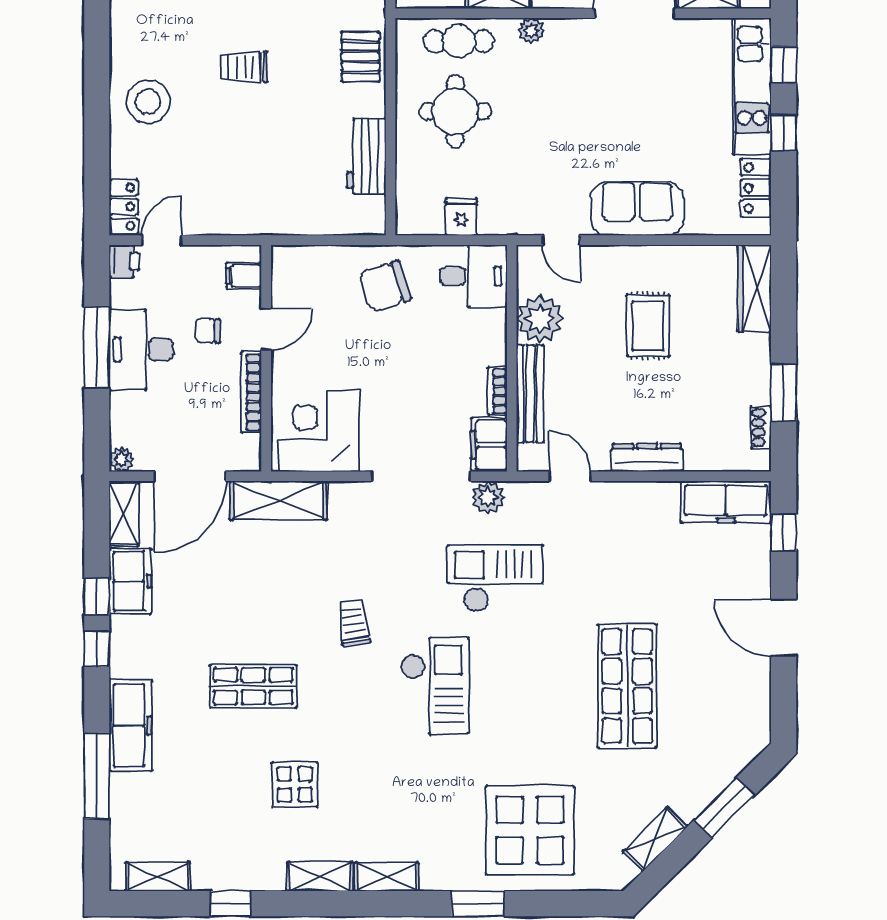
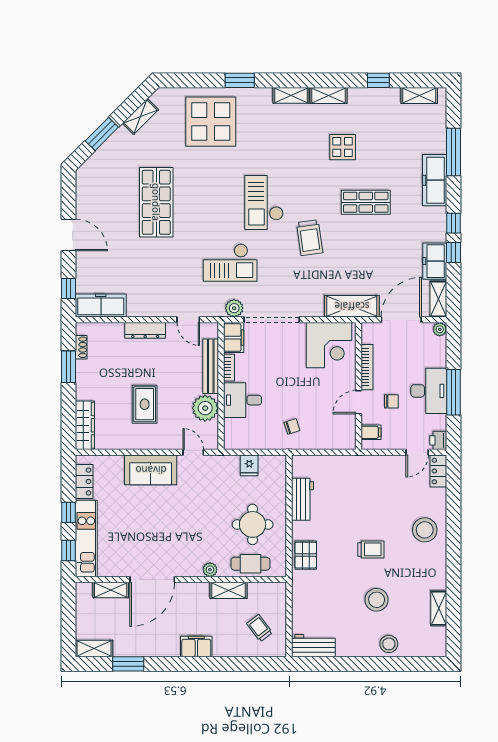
desk: (473, 276) -> (243, 400), moved
chair: (385, 286) -> (292, 426), width x0.54, depth x0.54
trolley: (353, 623) -> (310, 238), width x1.36, depth x1.39

